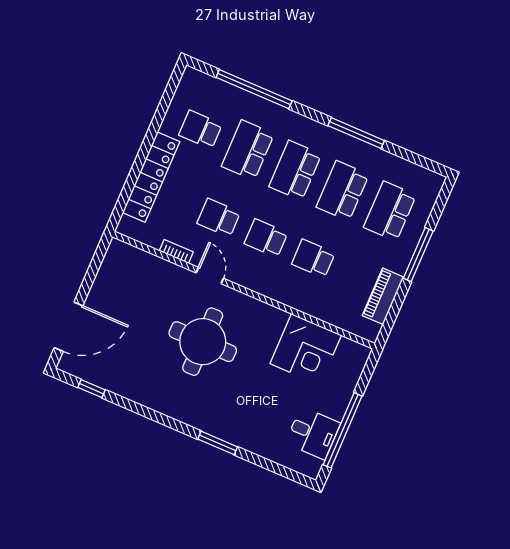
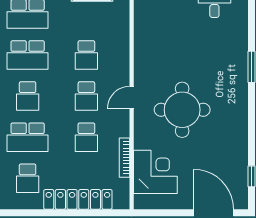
school desk: (295, 170) -> (28, 96), width x0.54
bookcase: (176, 252) -> (124, 158), width x1.56
door: (210, 276) -> (132, 98), moved
corner desk: (306, 349) -> (155, 172), moved

